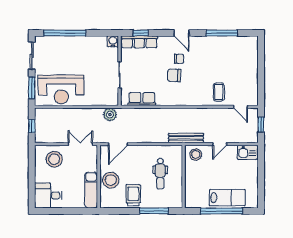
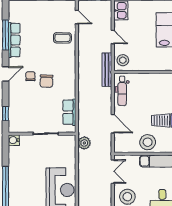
row of seats: (139, 42) -> (14, 40), moved
door: (240, 107) -> (77, 17), hinge flipped
double door: (80, 144) -> (113, 172), swing flipped
door: (118, 144) -> (113, 124), moved
dental chair: (160, 174) -> (122, 91), moved, turned 90

